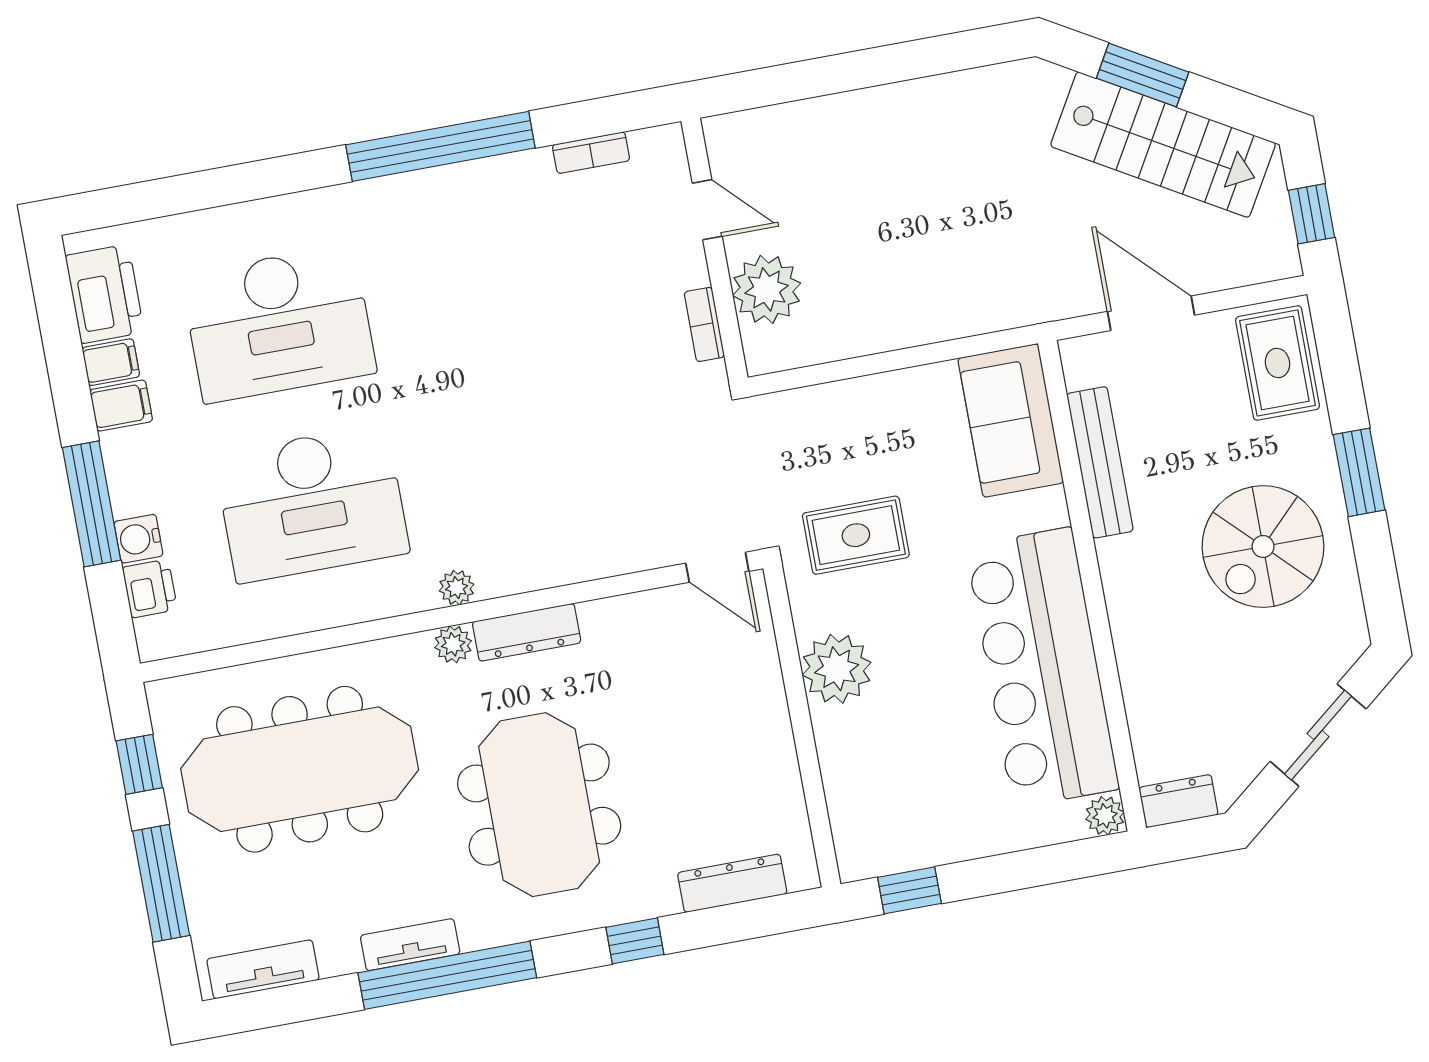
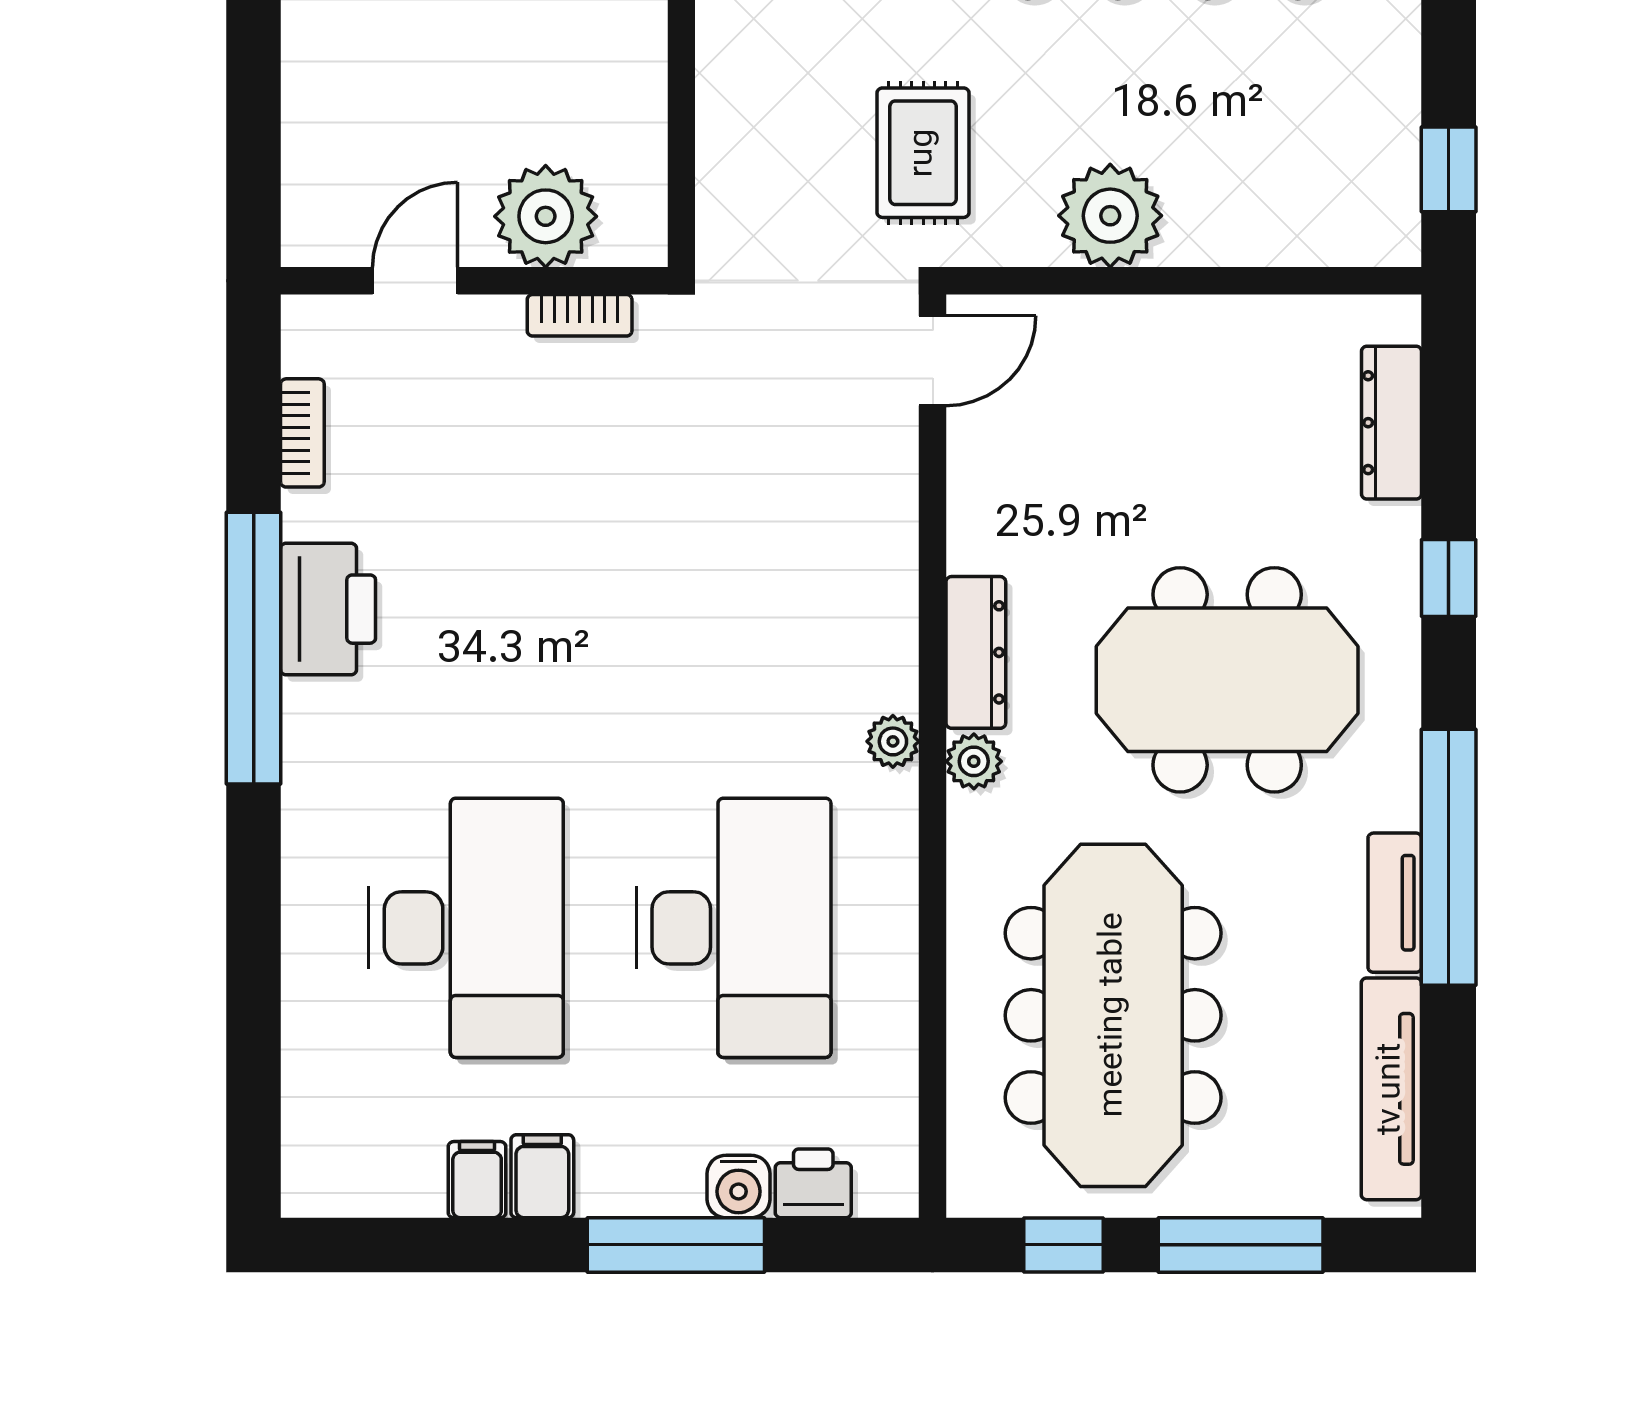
printer: (105, 294) -> (328, 609), moved, turned 90
tv unit: (263, 969) -> (1391, 1089), width x1.41

